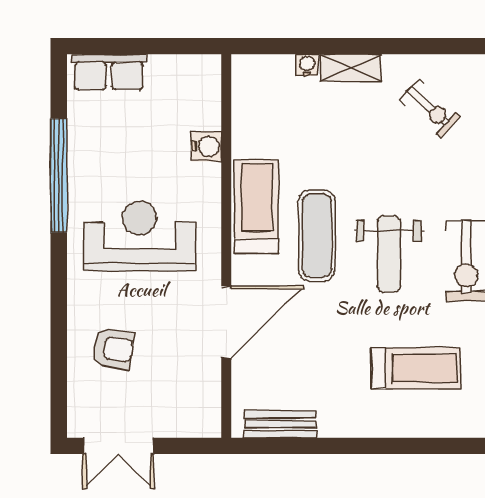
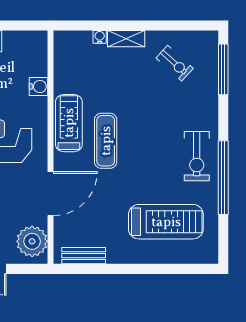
weight bench: (389, 254) -> (150, 152), removed
treadmill: (416, 368) -> (166, 222), width x1.37, depth x1.38
plant: (196, 401) -> (32, 241), added

